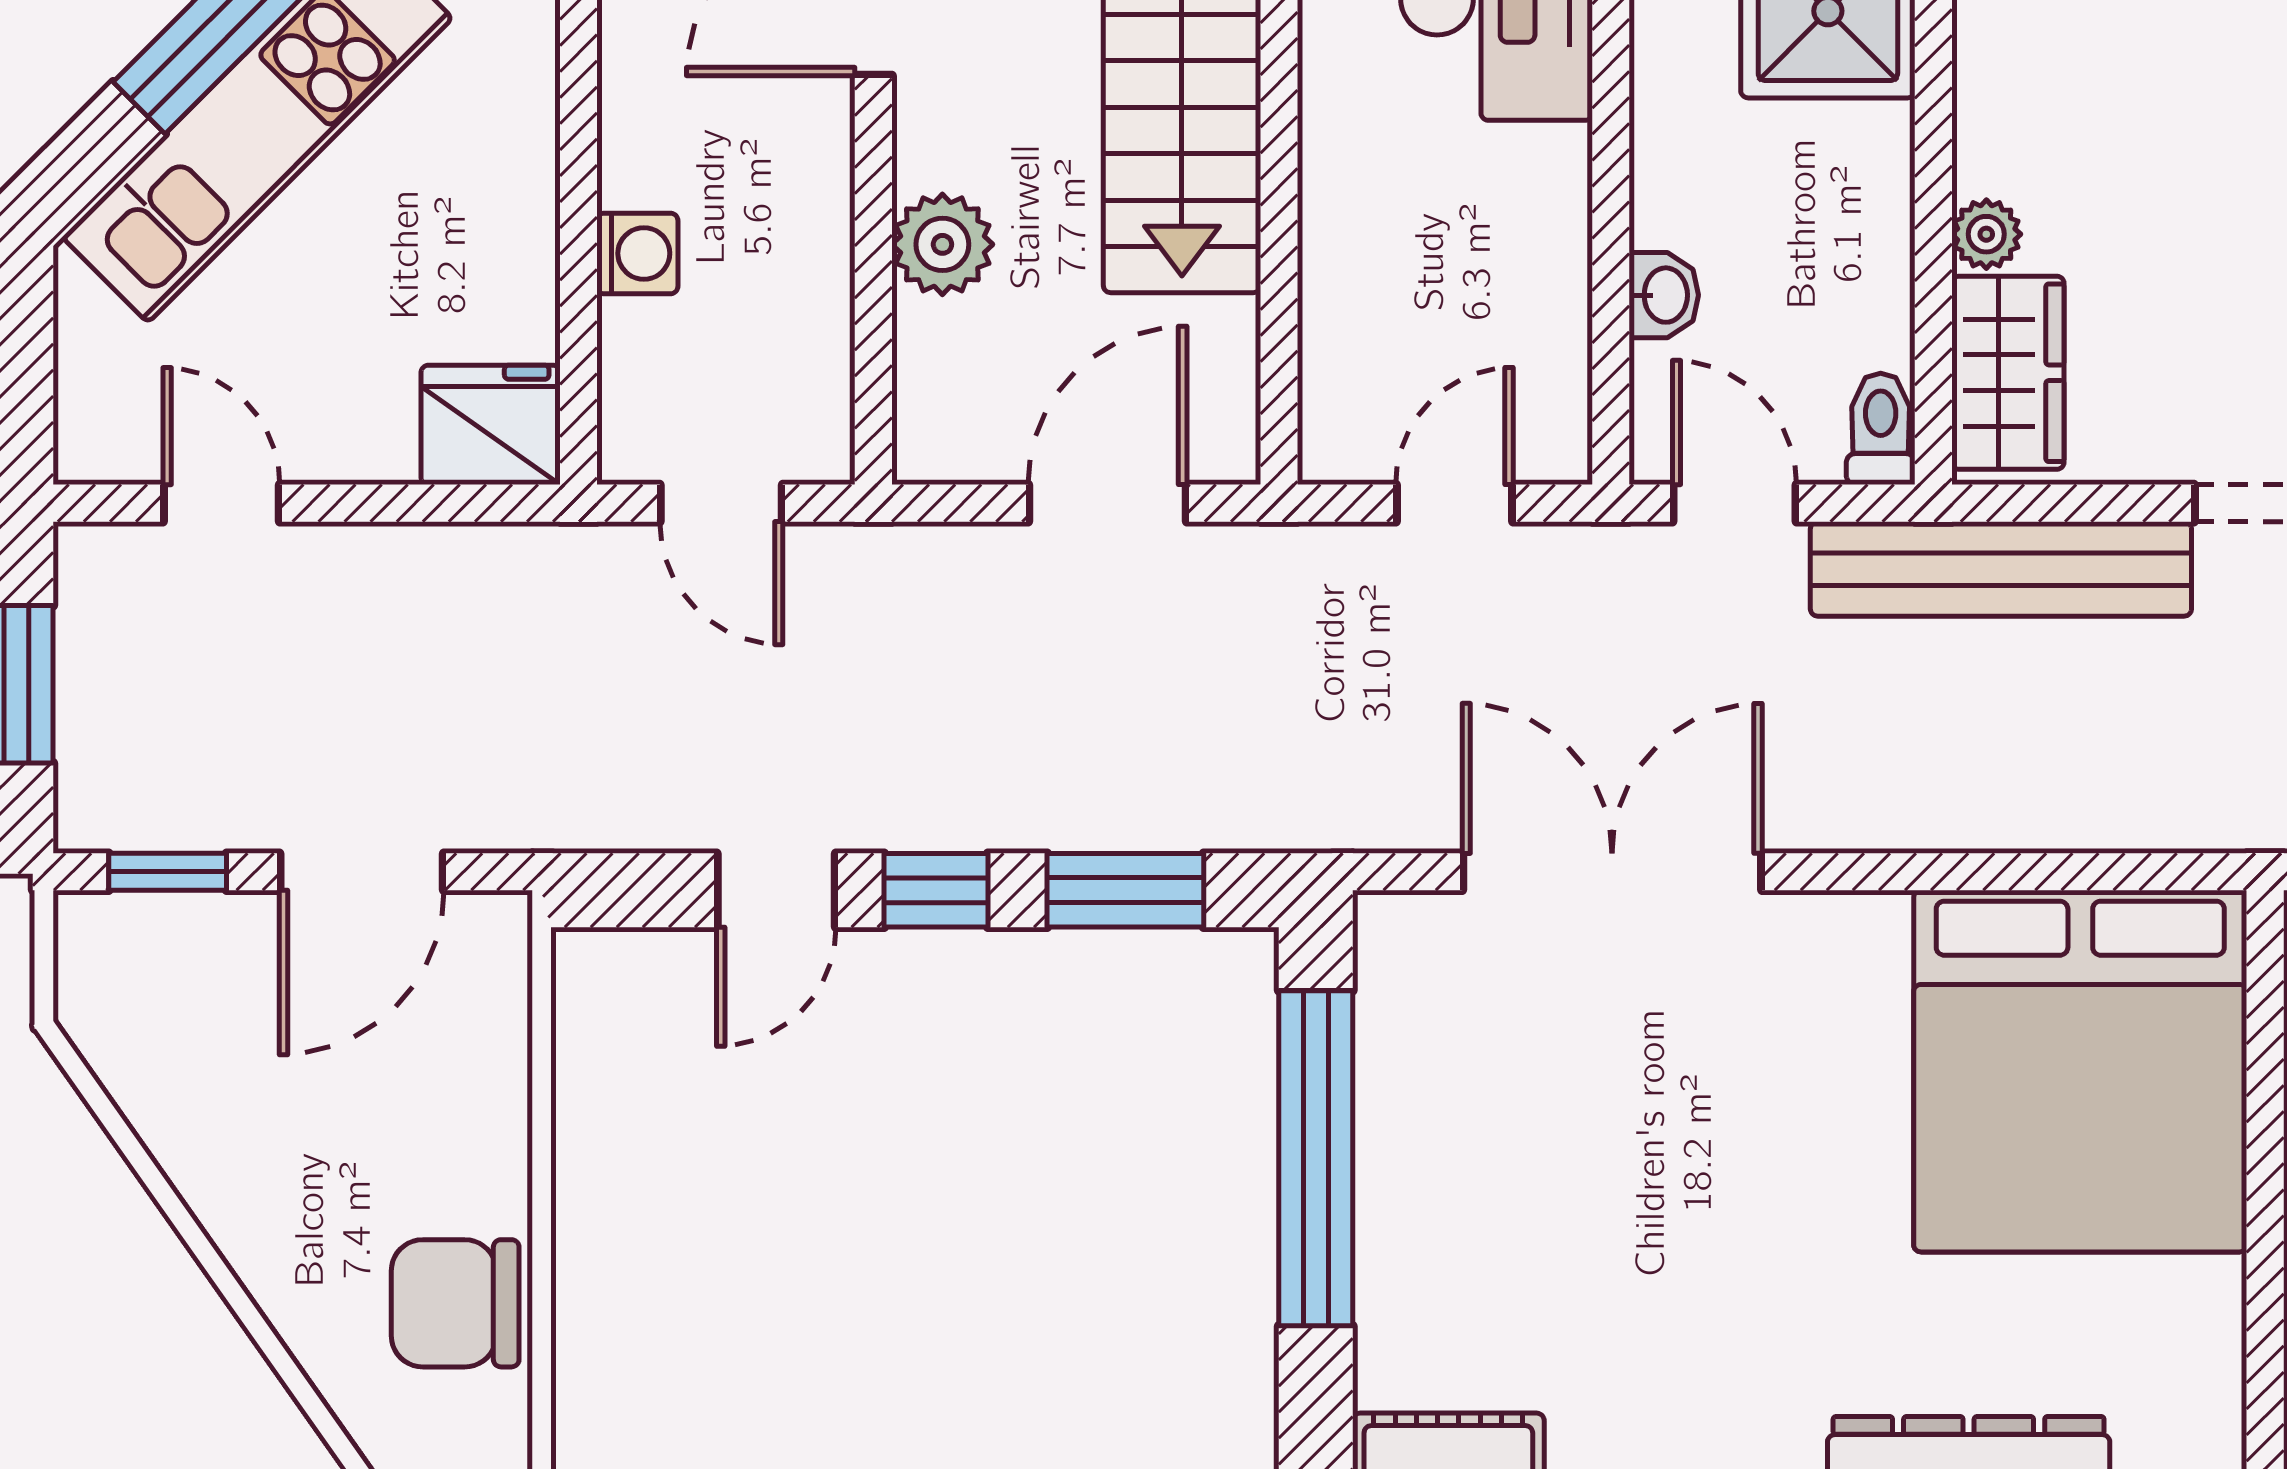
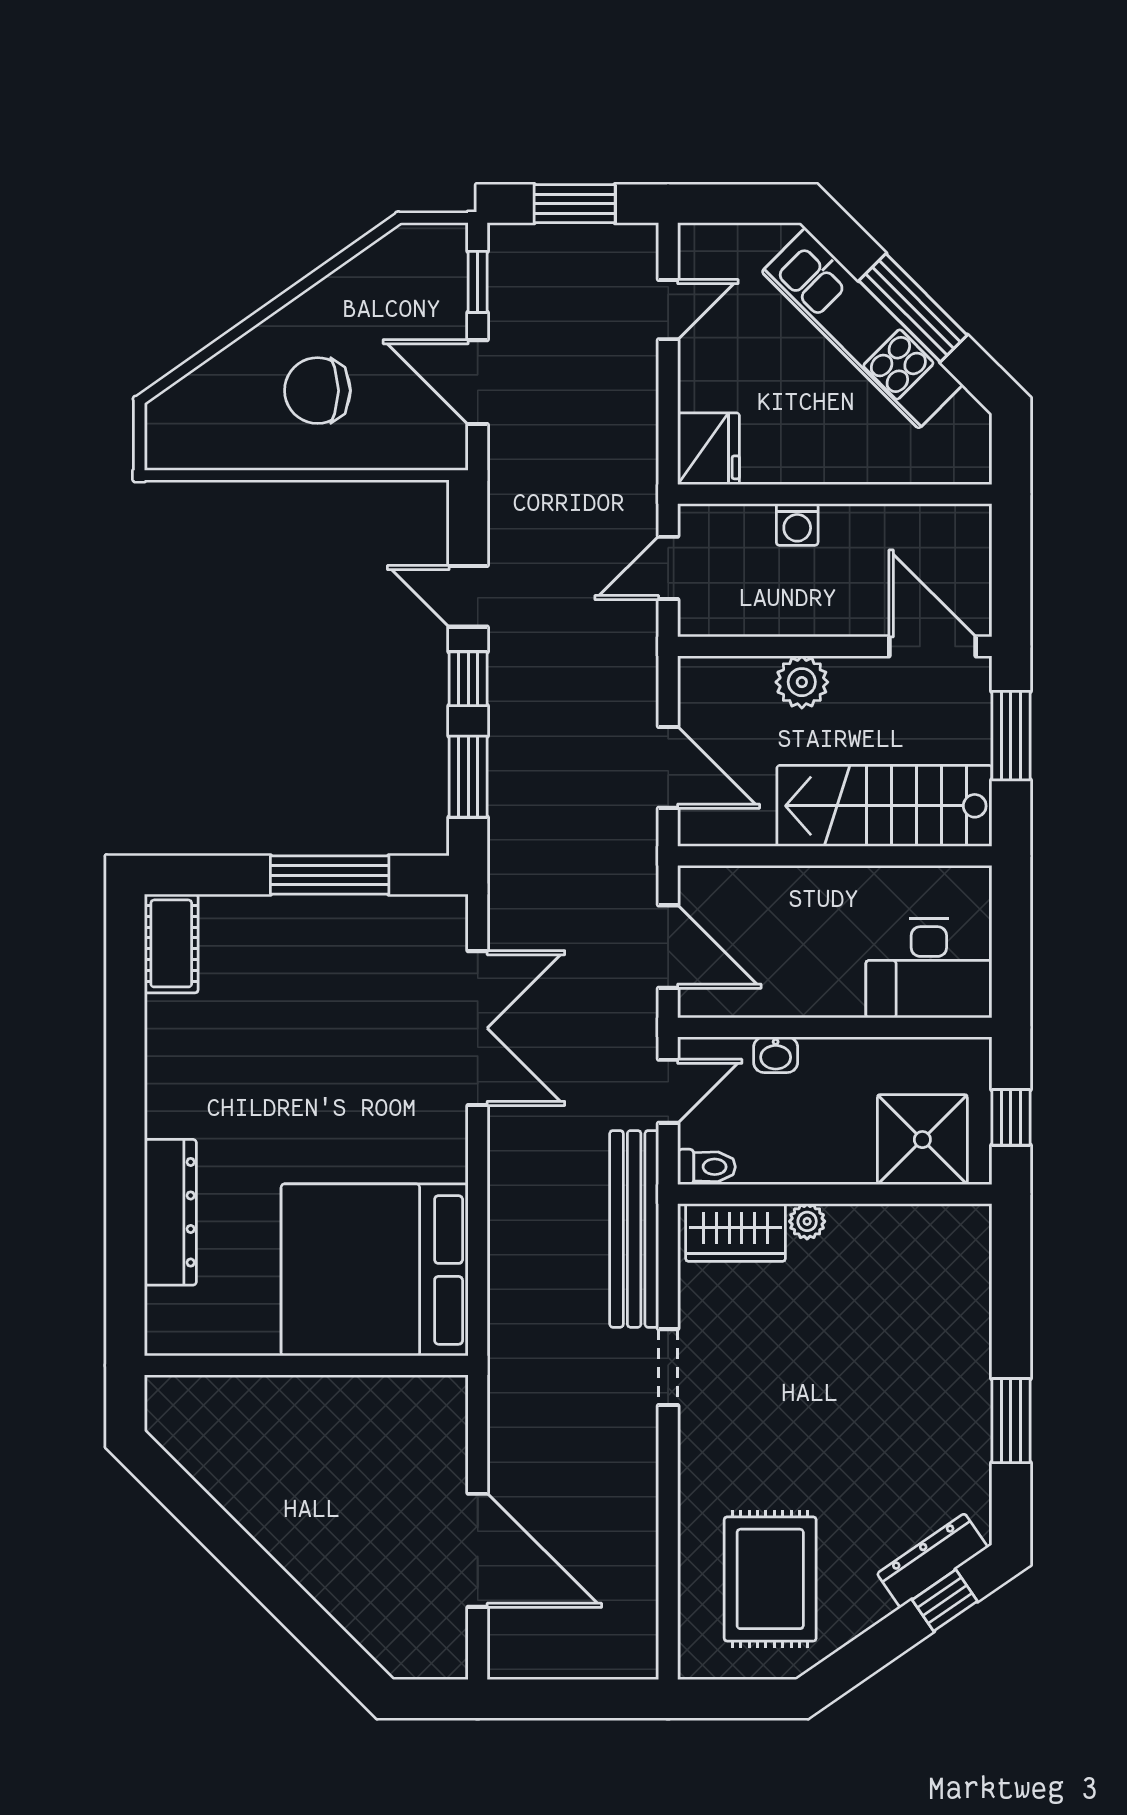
door: (1454, 503) -> (668, 947), width x1.38
window: (1316, 1158) -> (330, 875), width x0.68
chair: (455, 1303) -> (317, 391), moved, turned -90

